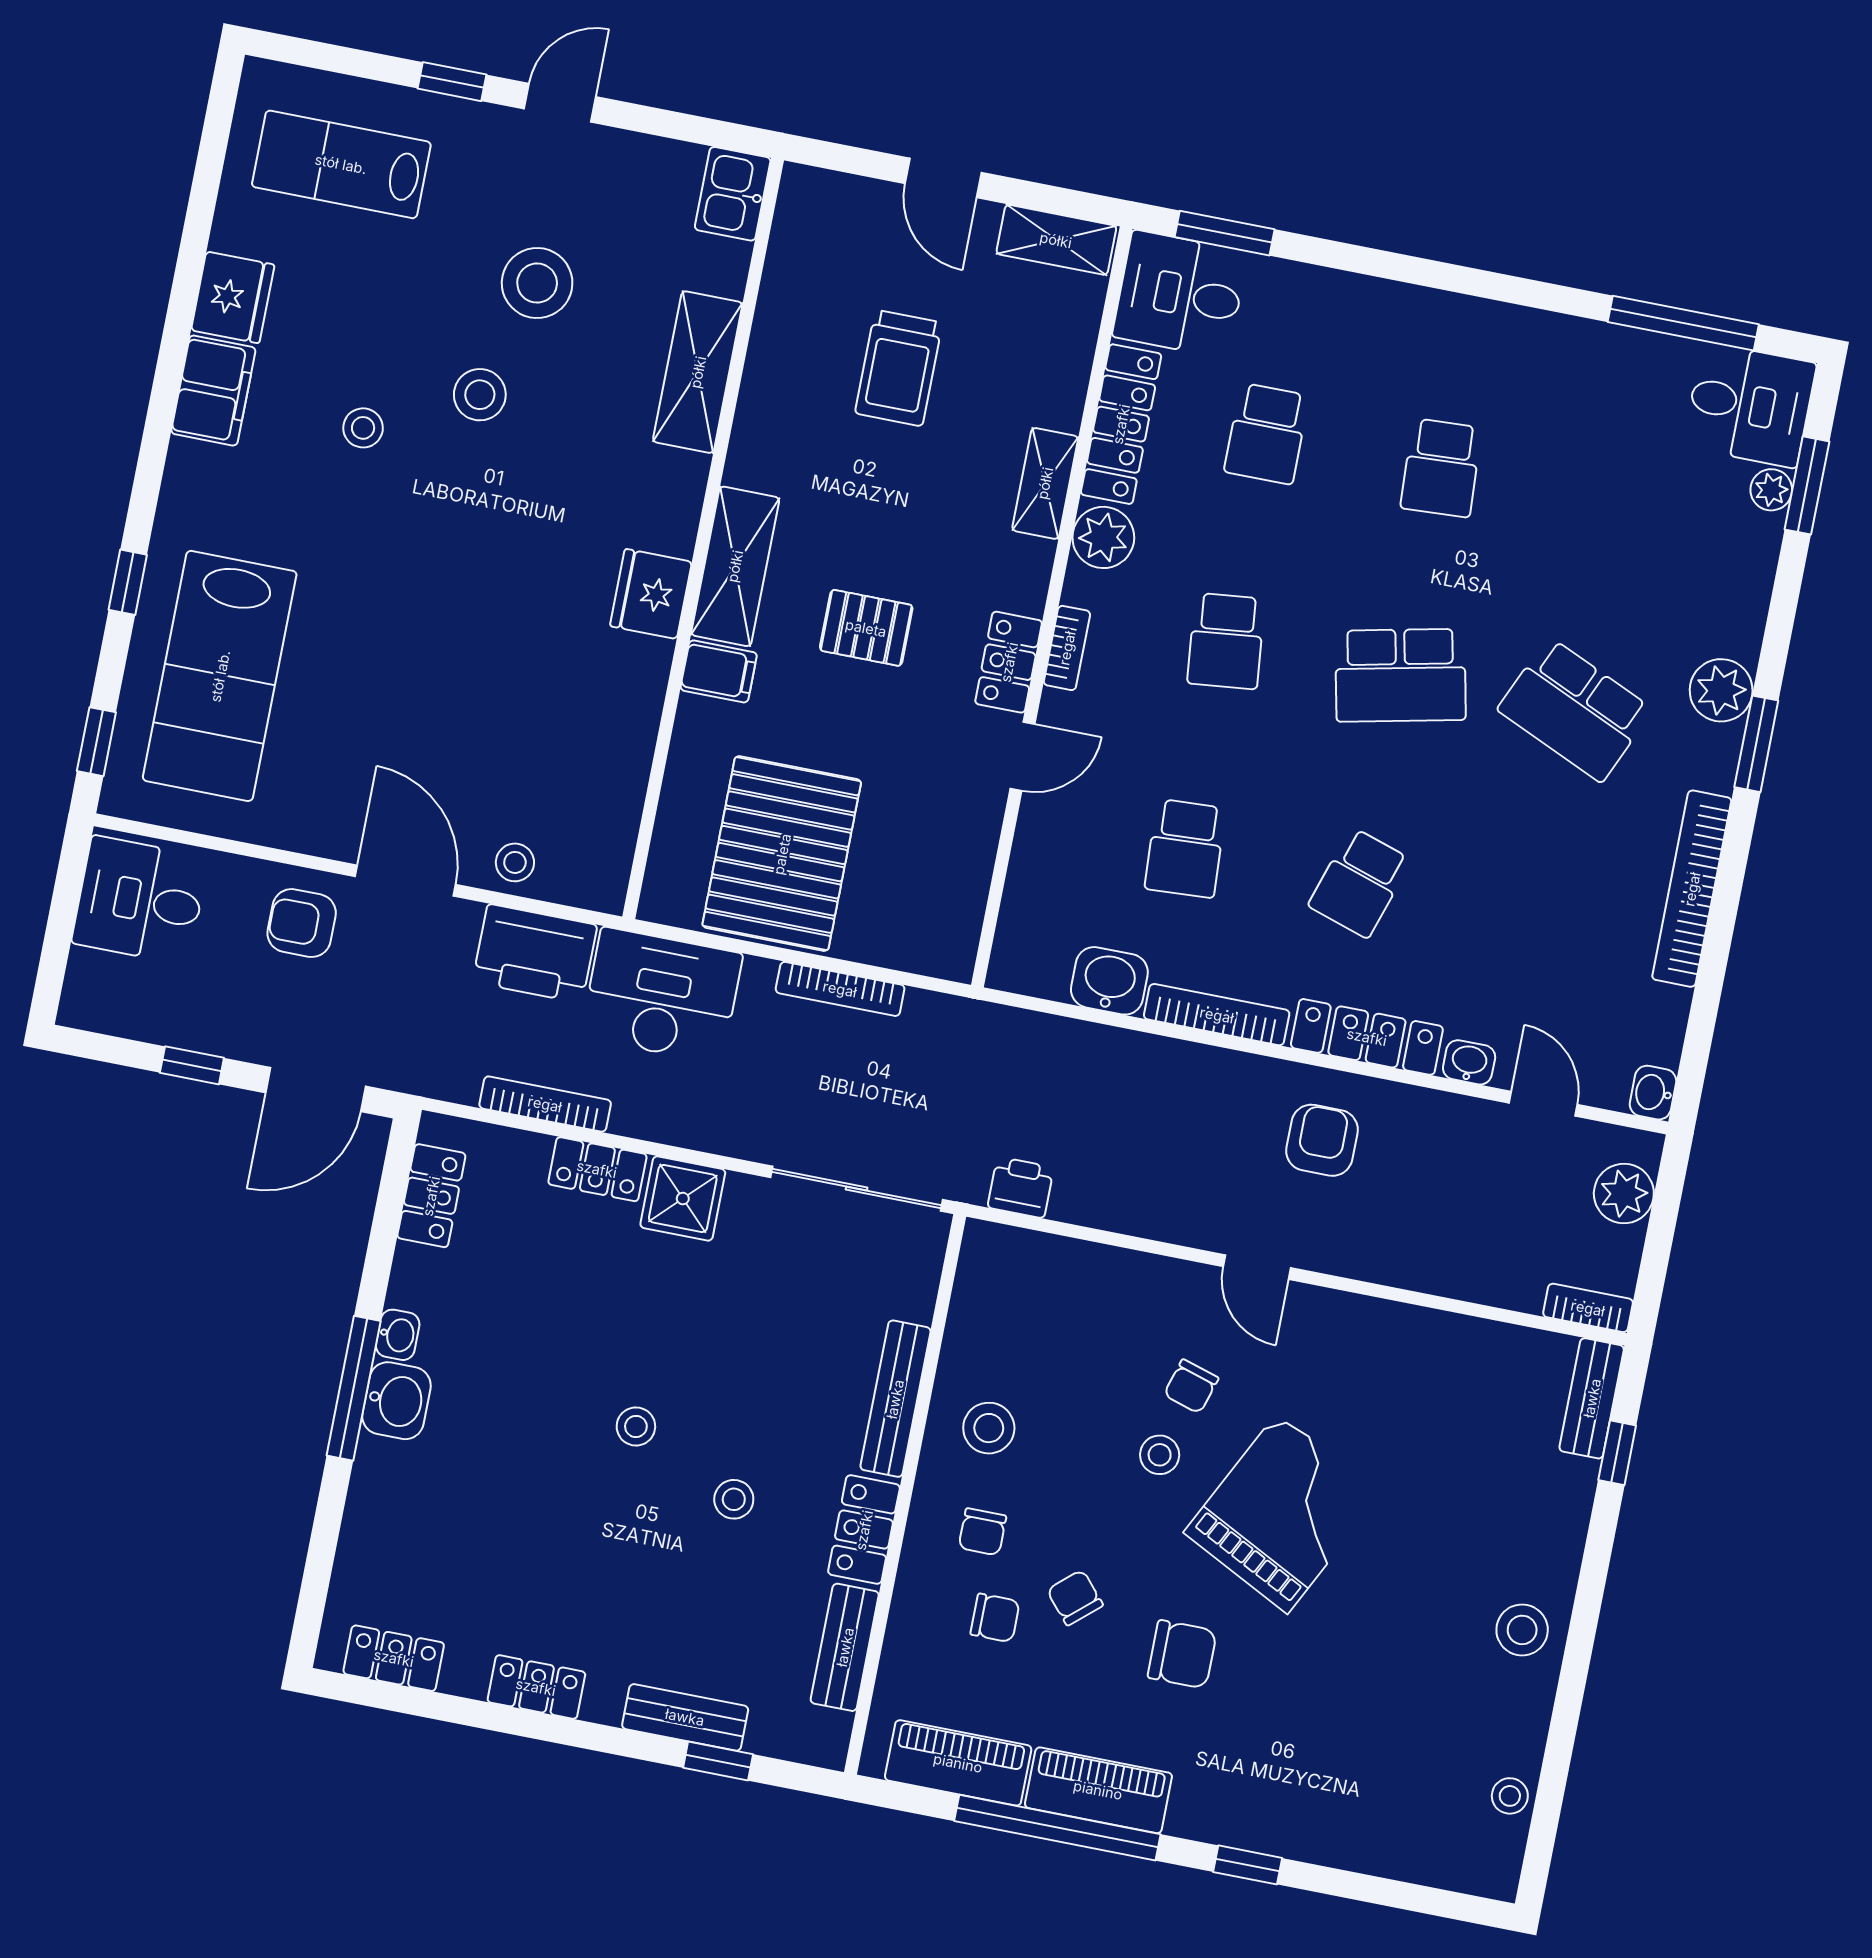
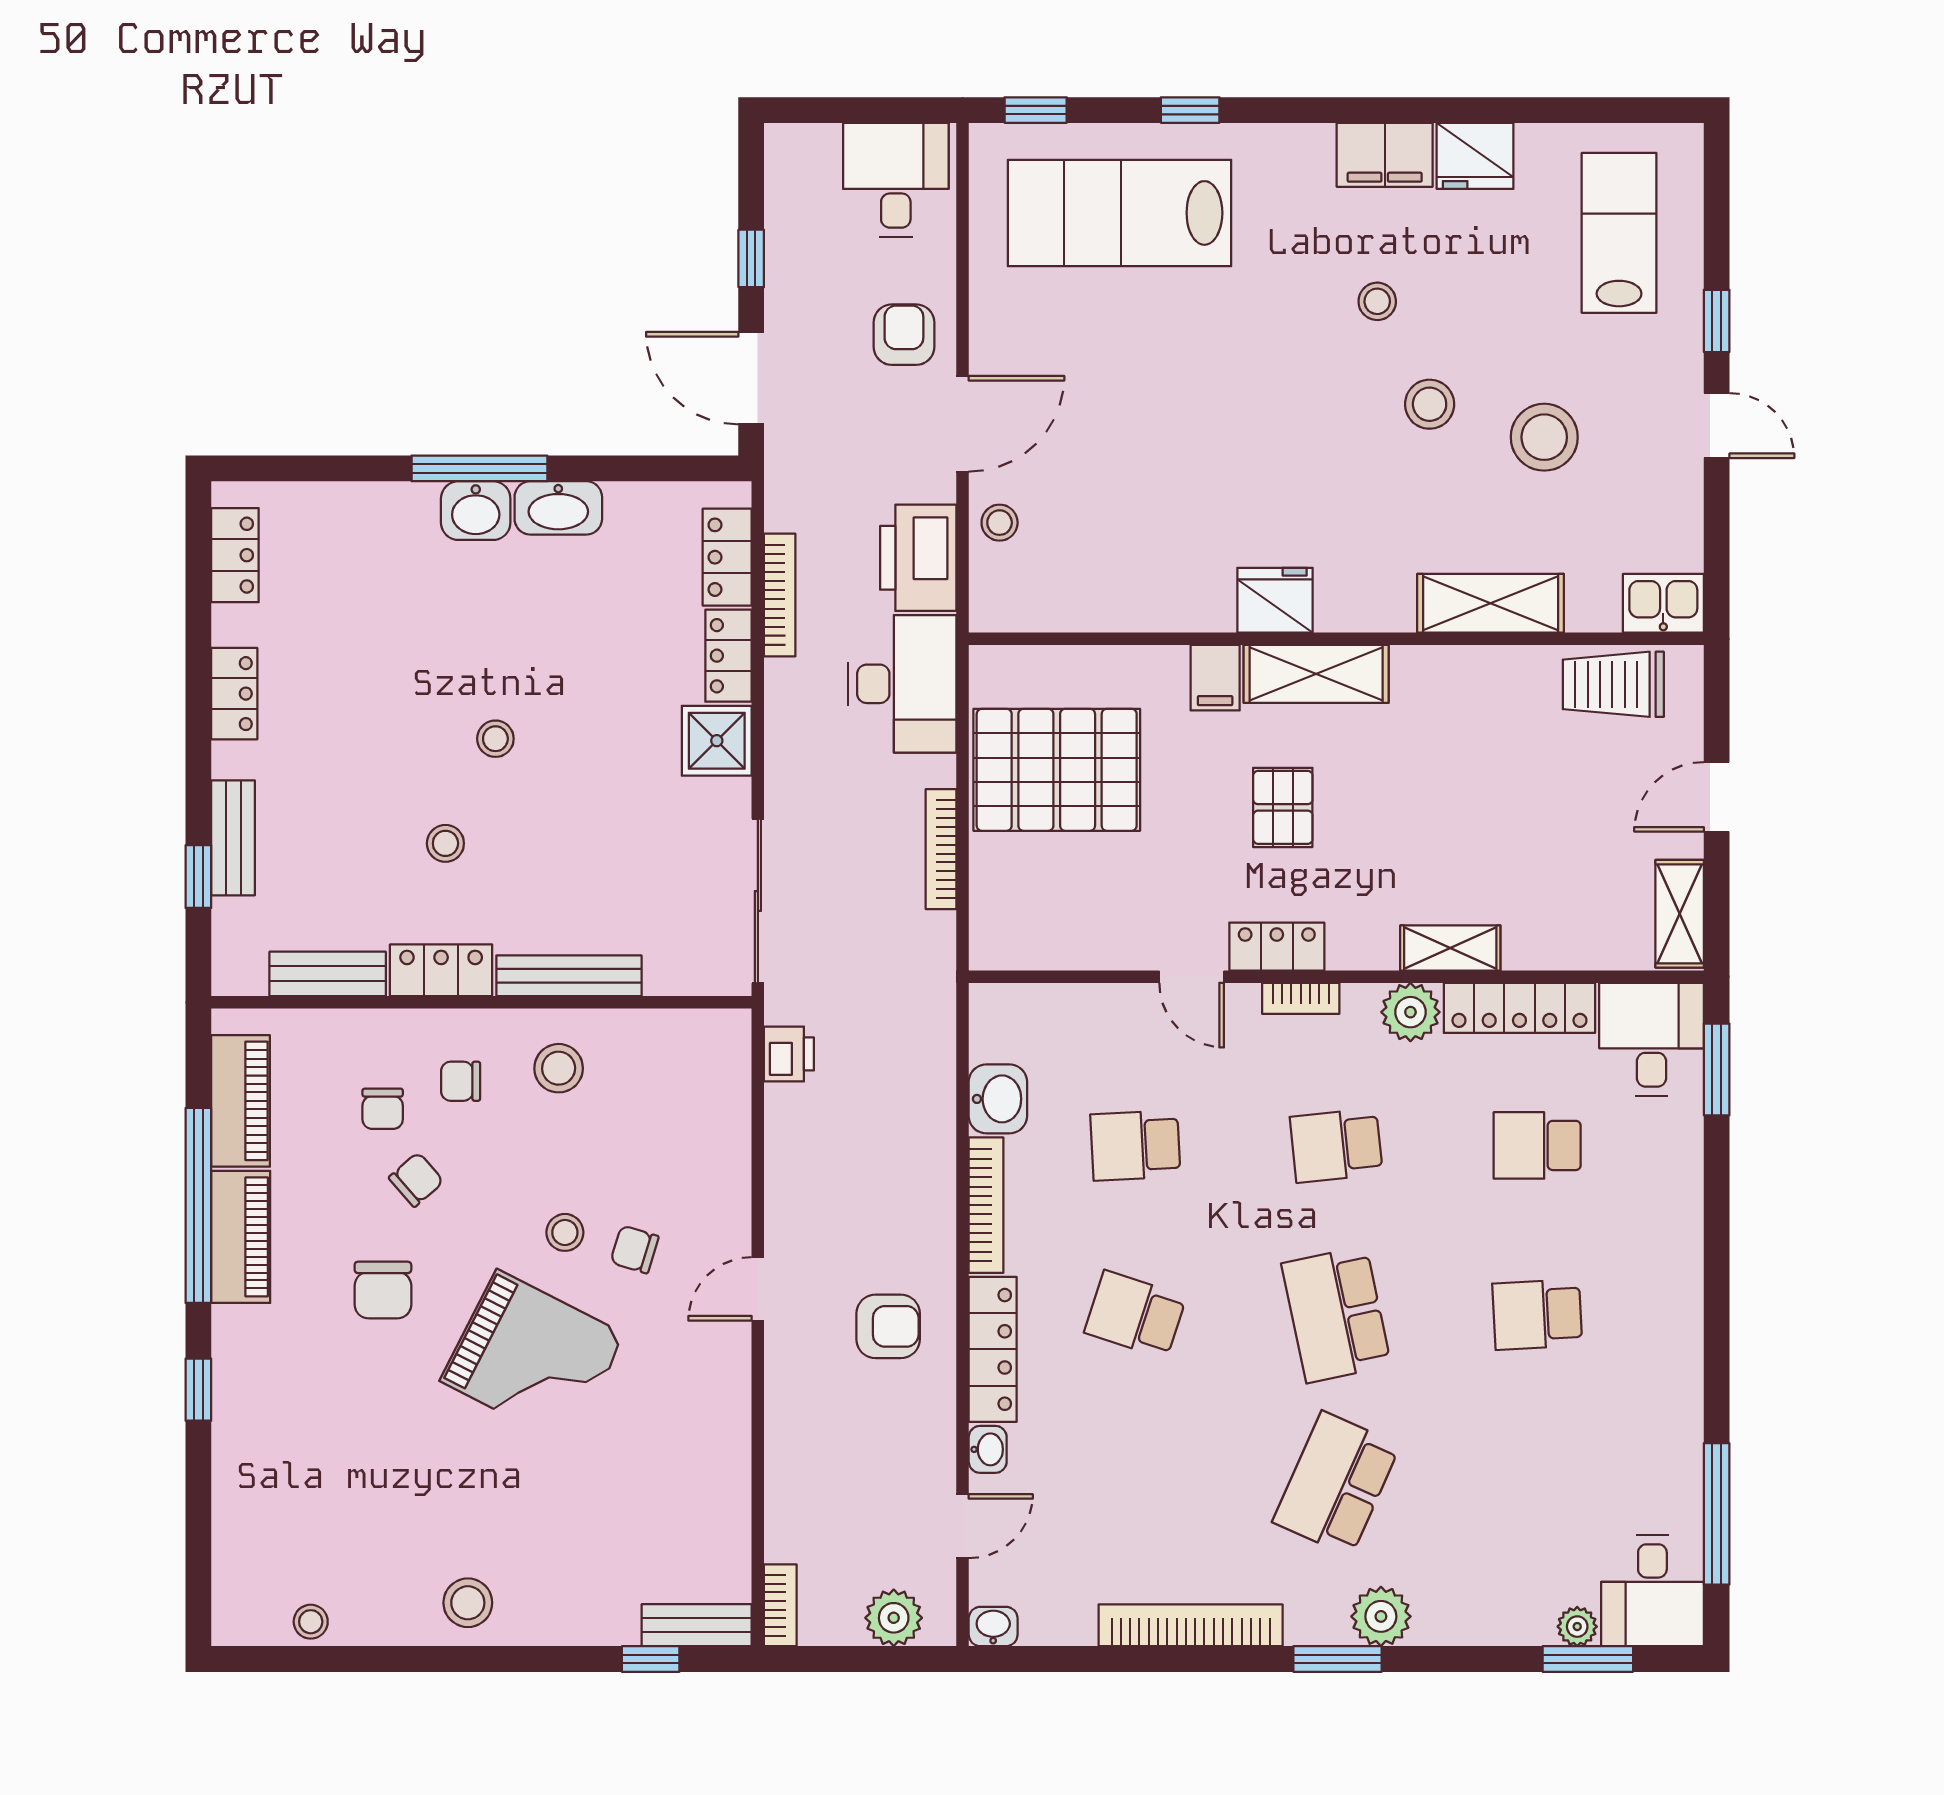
trolley: (899, 368) -> (1613, 684), moved
locker: (431, 1196) -> (727, 557), moved, turned 90
washbasin: (398, 1335) -> (558, 508), width x1.91, depth x1.45

